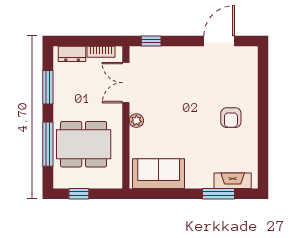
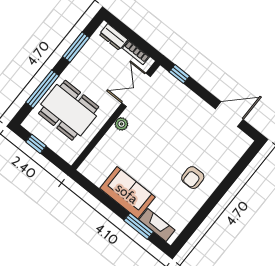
sofa: (159, 174) -> (127, 193), moved

